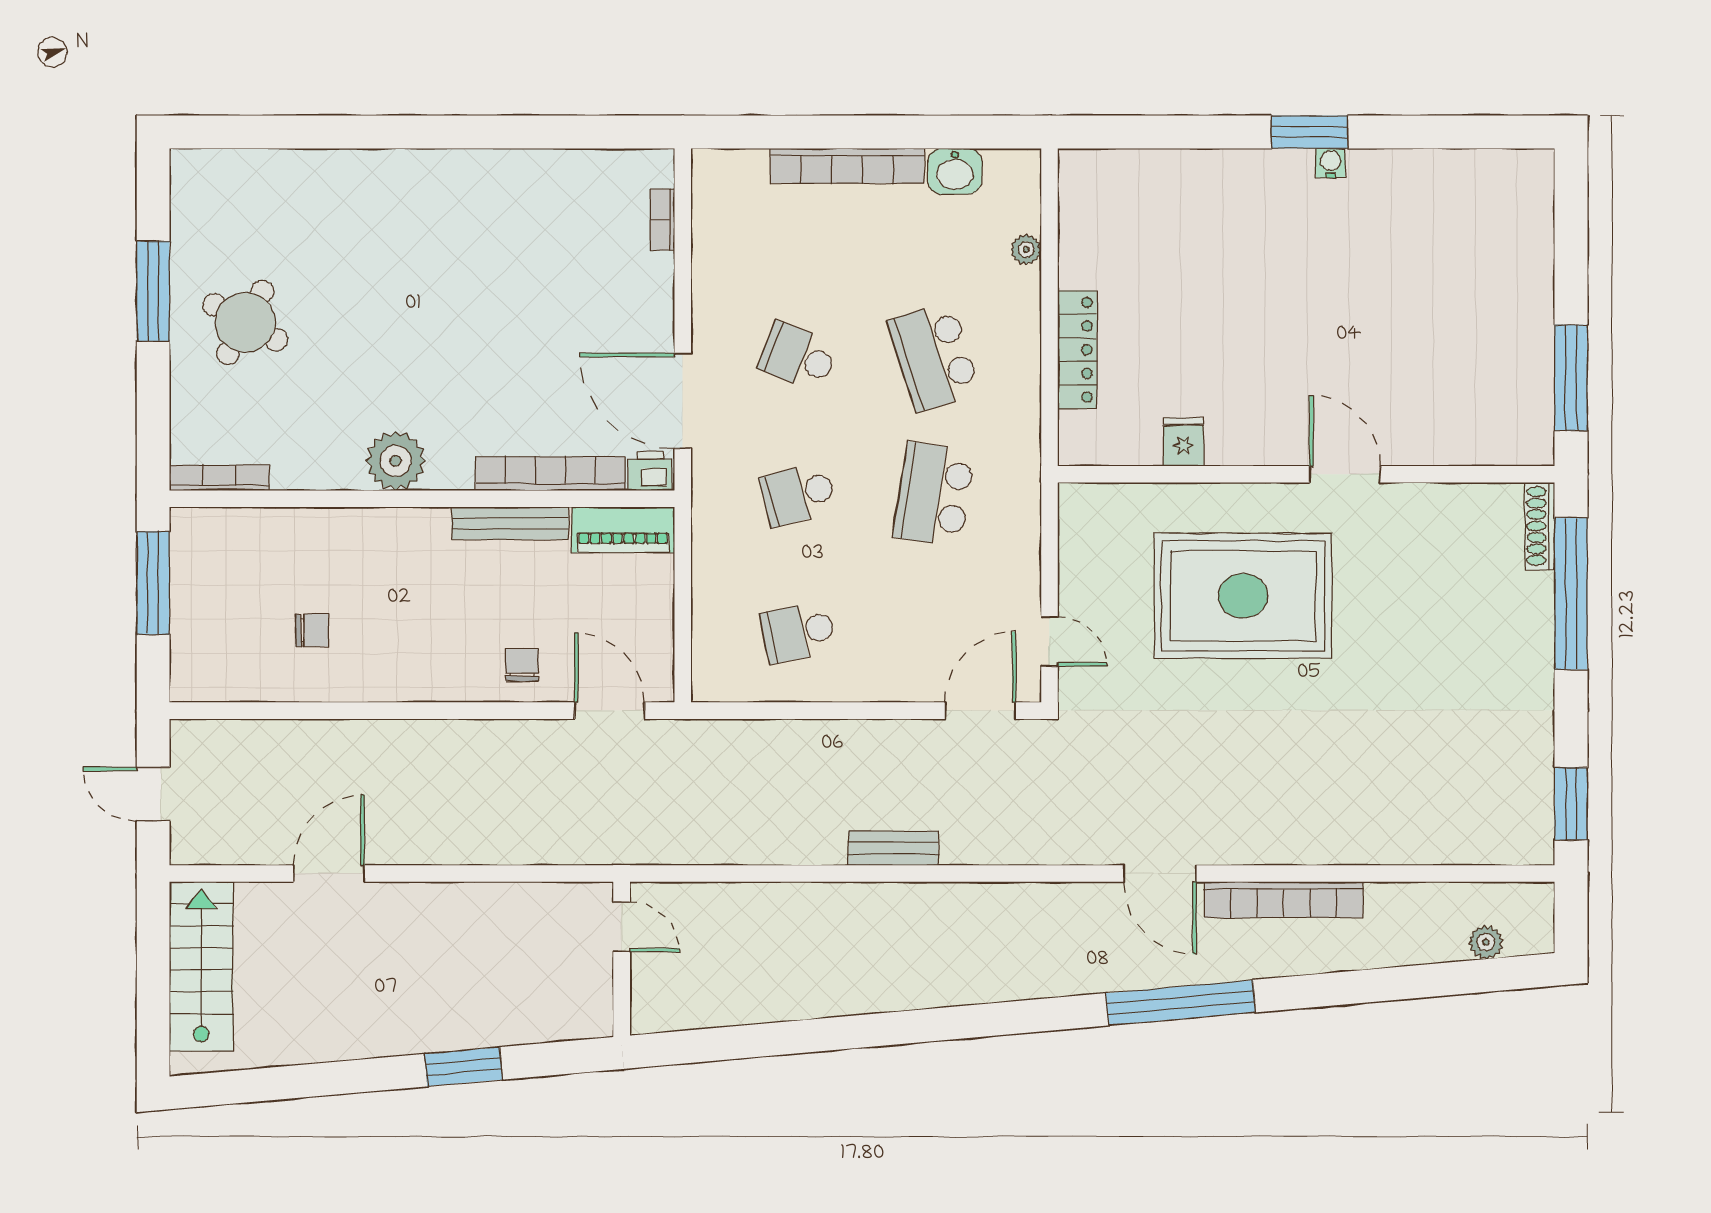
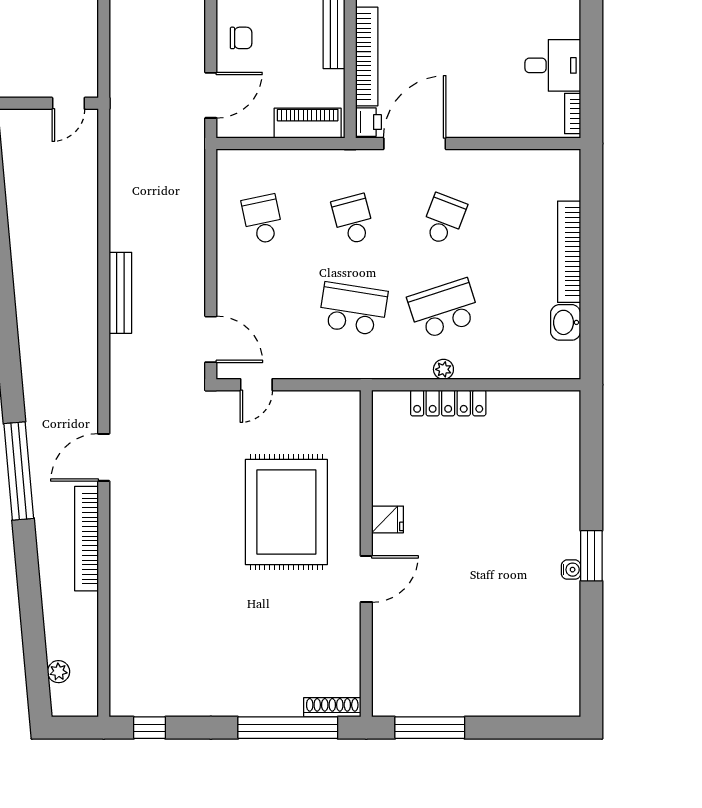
desk: (564, 191) -> (553, 65), added
bookcase: (662, 220) -> (573, 114), moved, turned -90
plant: (1026, 250) -> (443, 369), moved
fridge: (1183, 442) -> (388, 519), moved
piano: (623, 530) -> (308, 123), moved, turned 90
window: (1571, 804) -> (150, 728), width x0.67
bench: (893, 848) -> (120, 293), width x1.36

